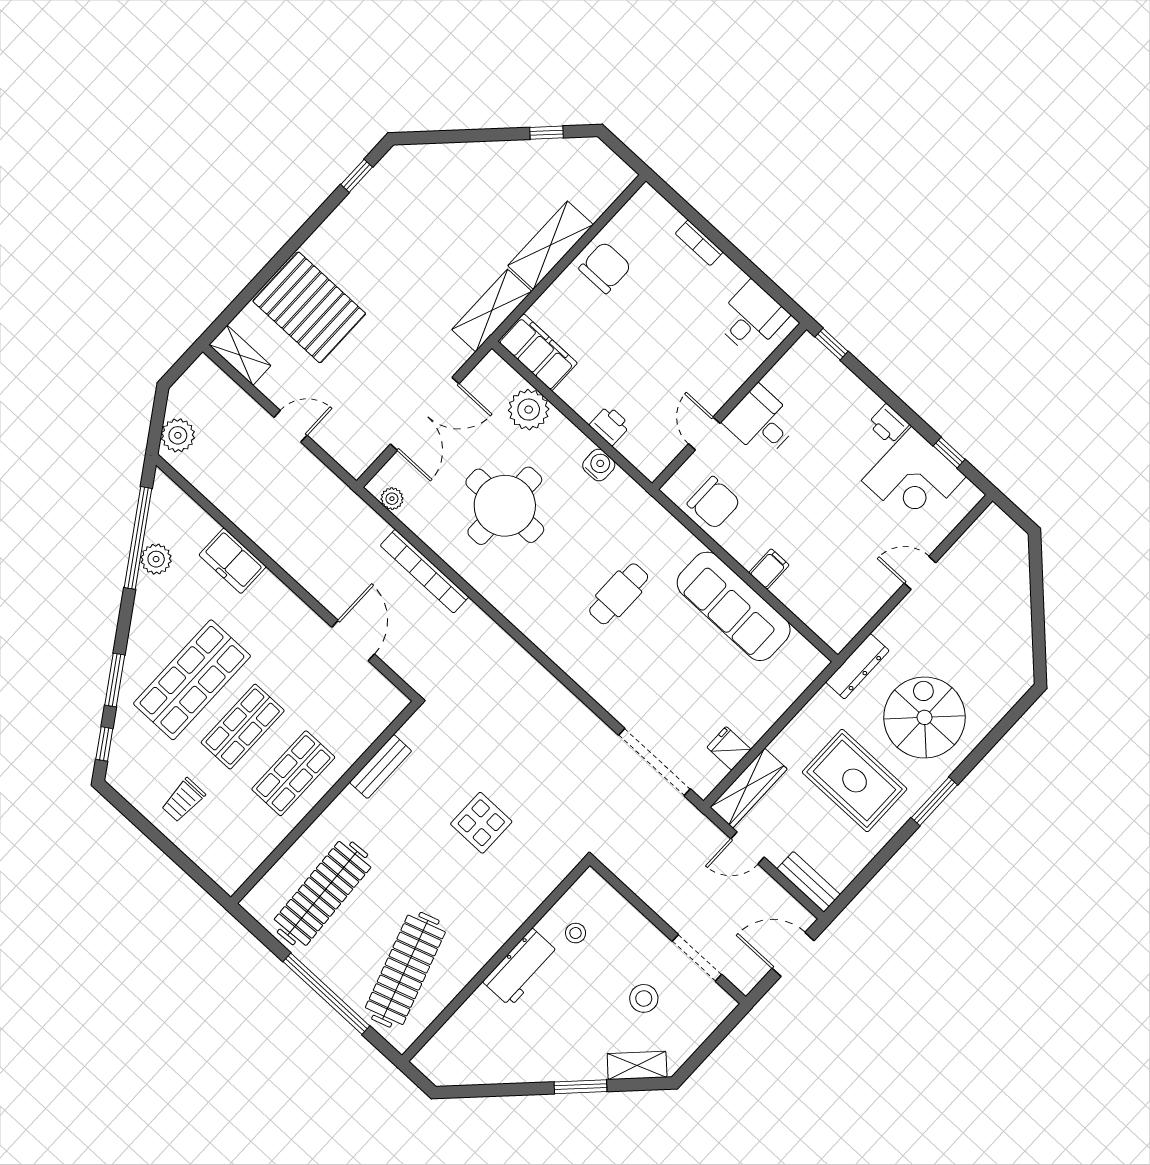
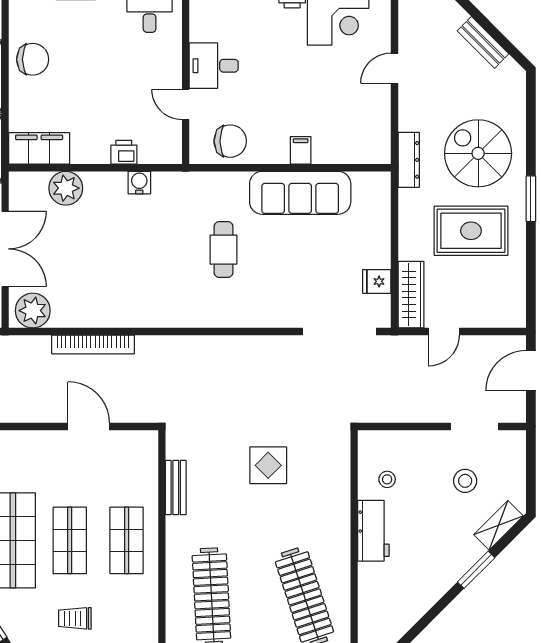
chair: (605, 268) -> (33, 59), turned 90
plant: (392, 499) -> (33, 311), width x1.87, depth x1.87
round table: (505, 506) -> (105, 260), removed
trolley: (183, 800) -> (75, 618), turned 90
bench: (809, 882) -> (483, 42), moved, turned 45

